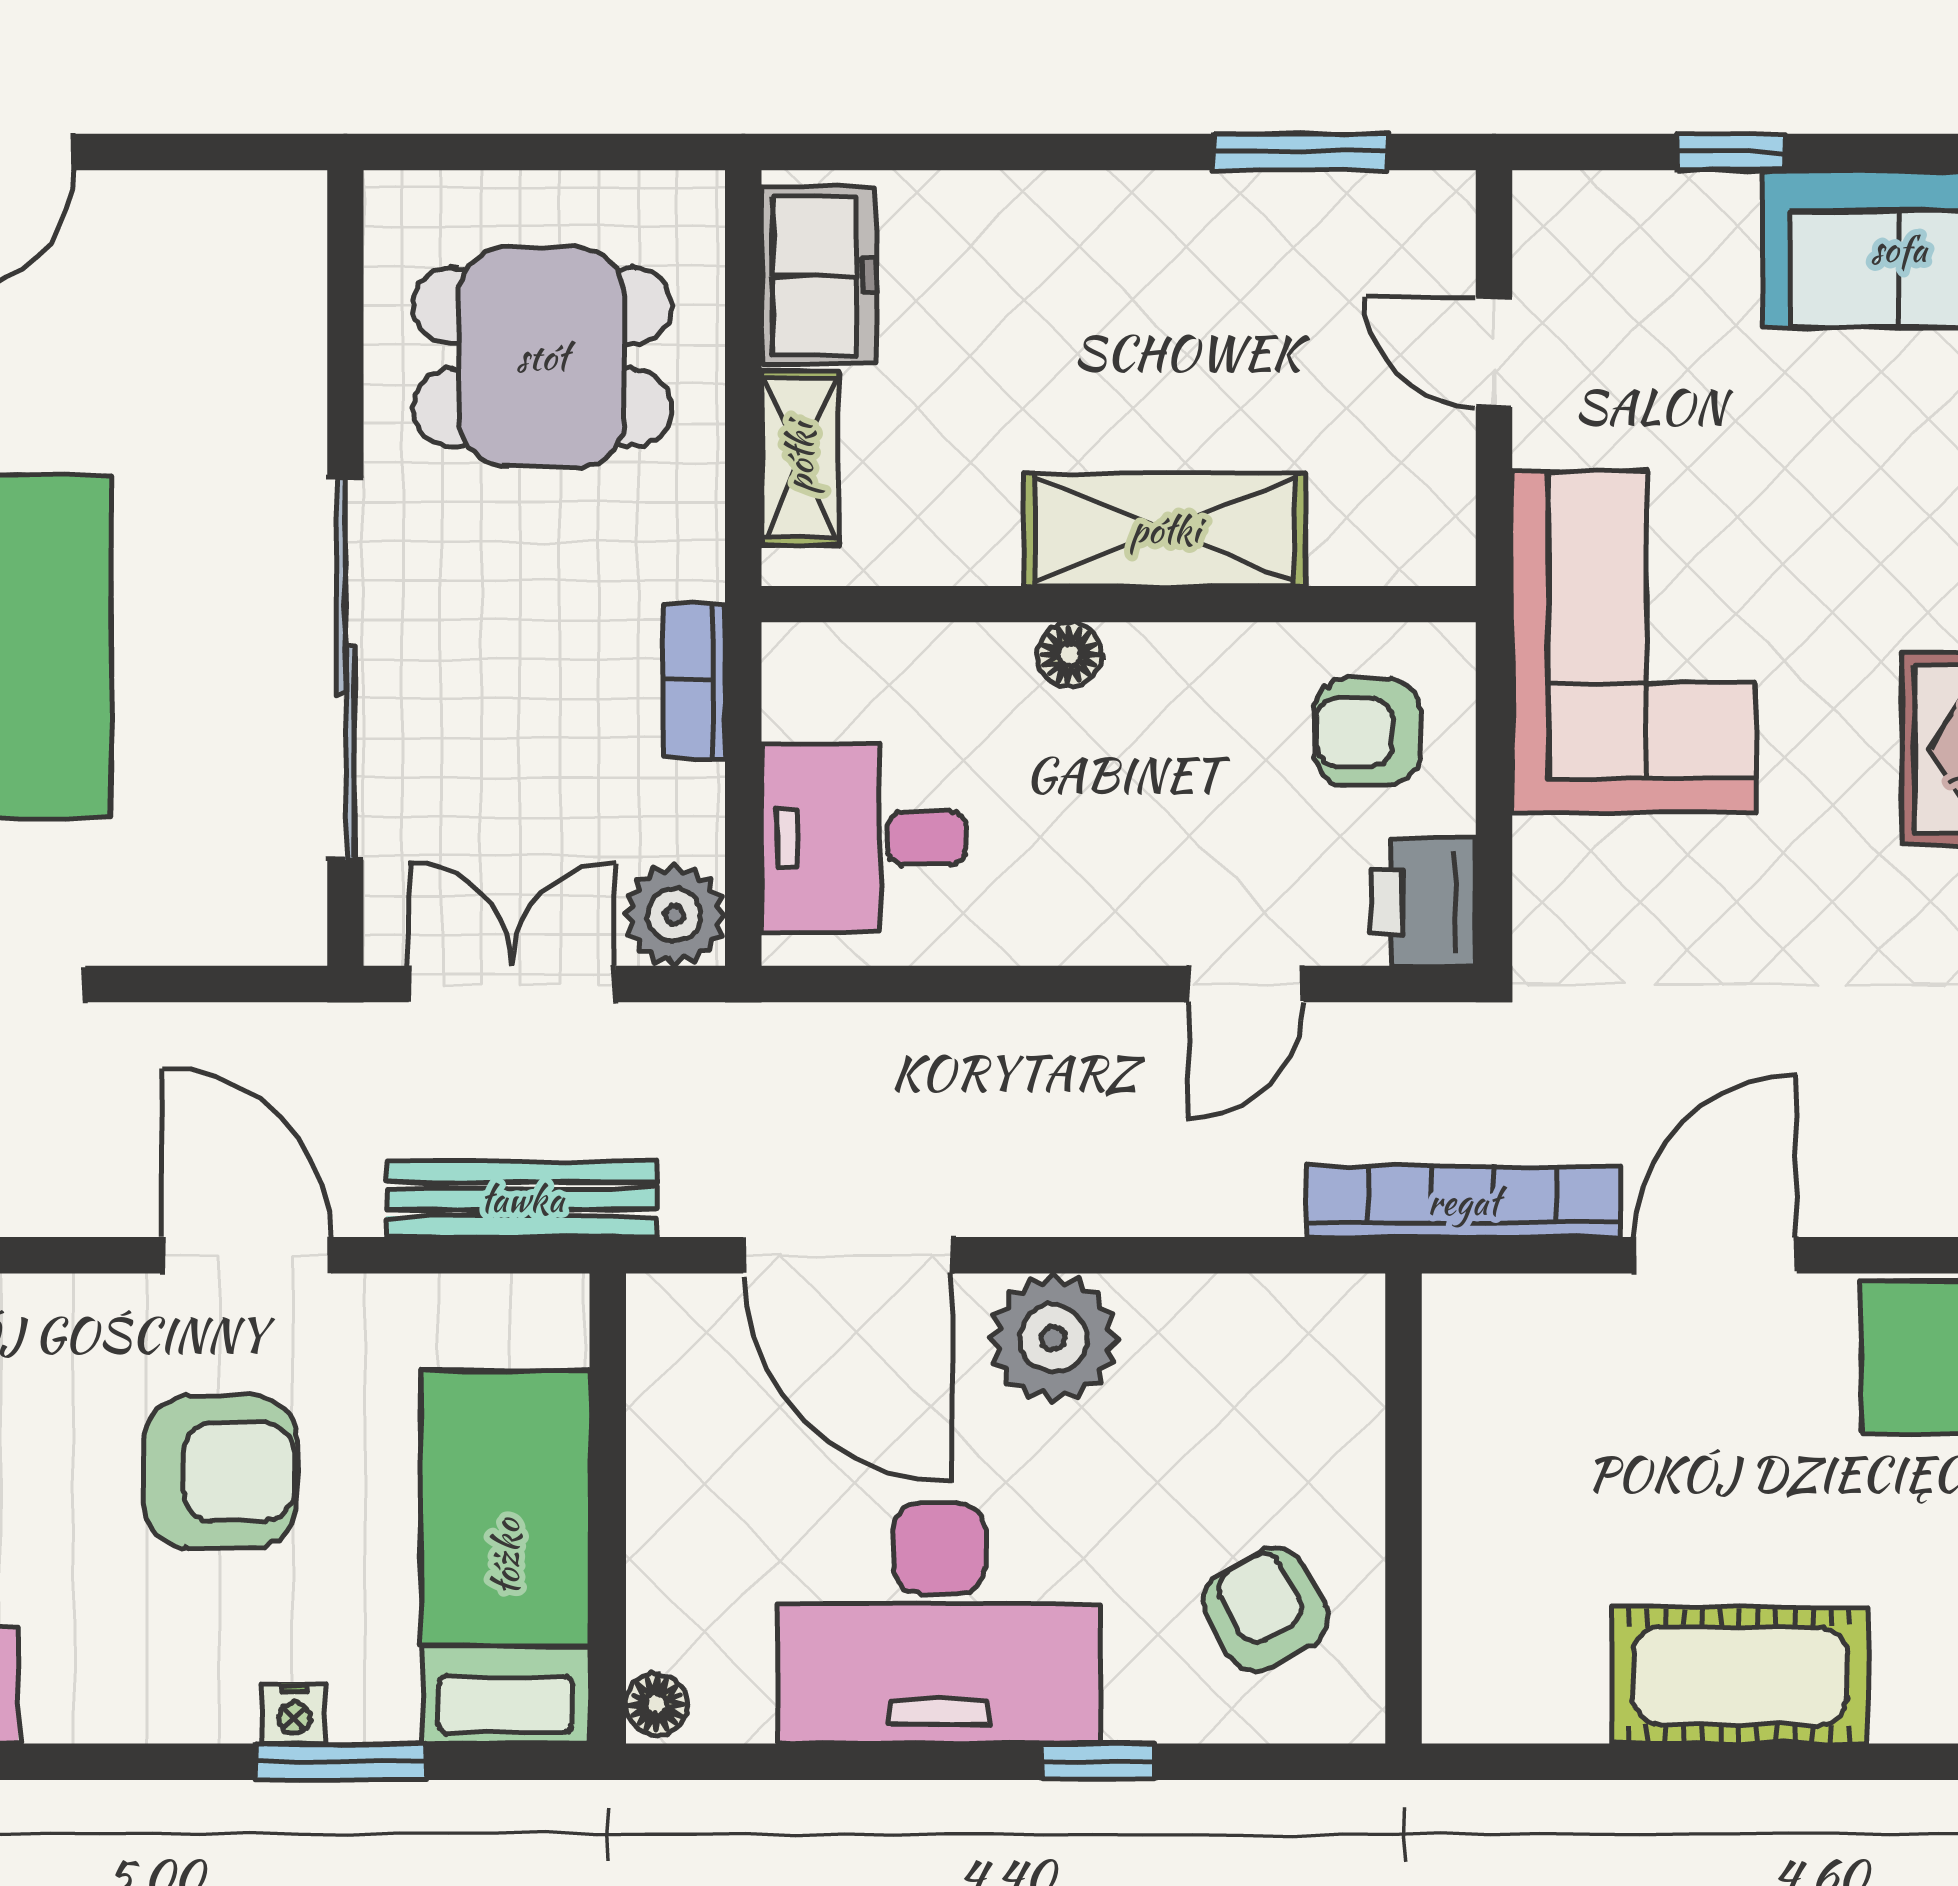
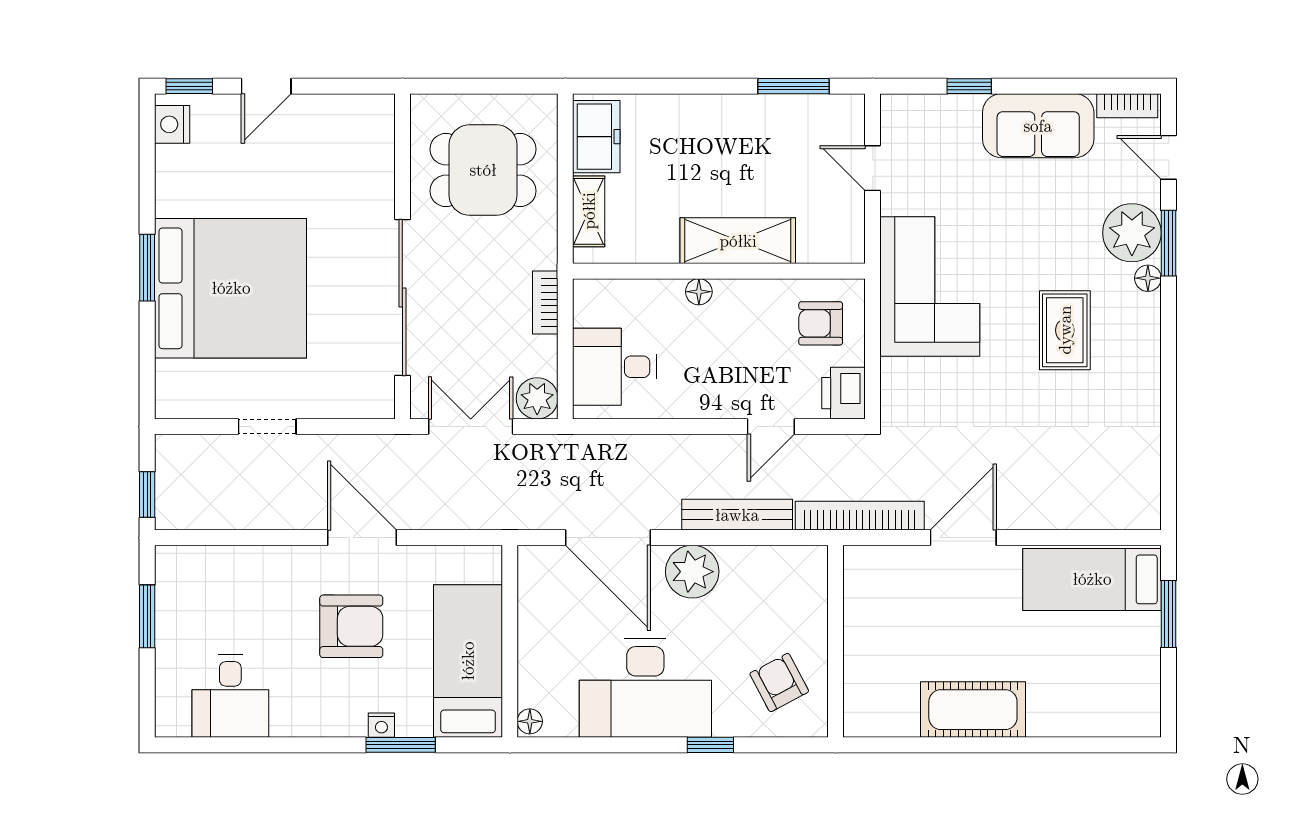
bench: (522, 1199) -> (737, 515), moved

